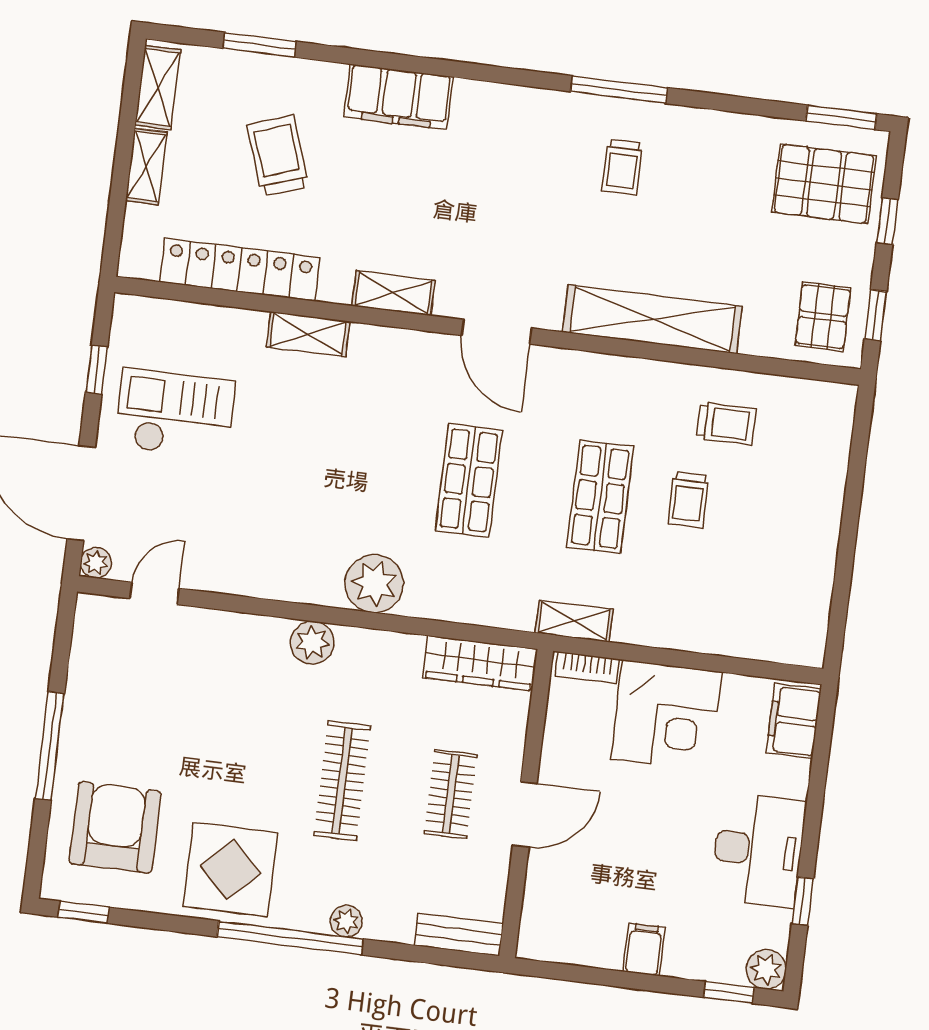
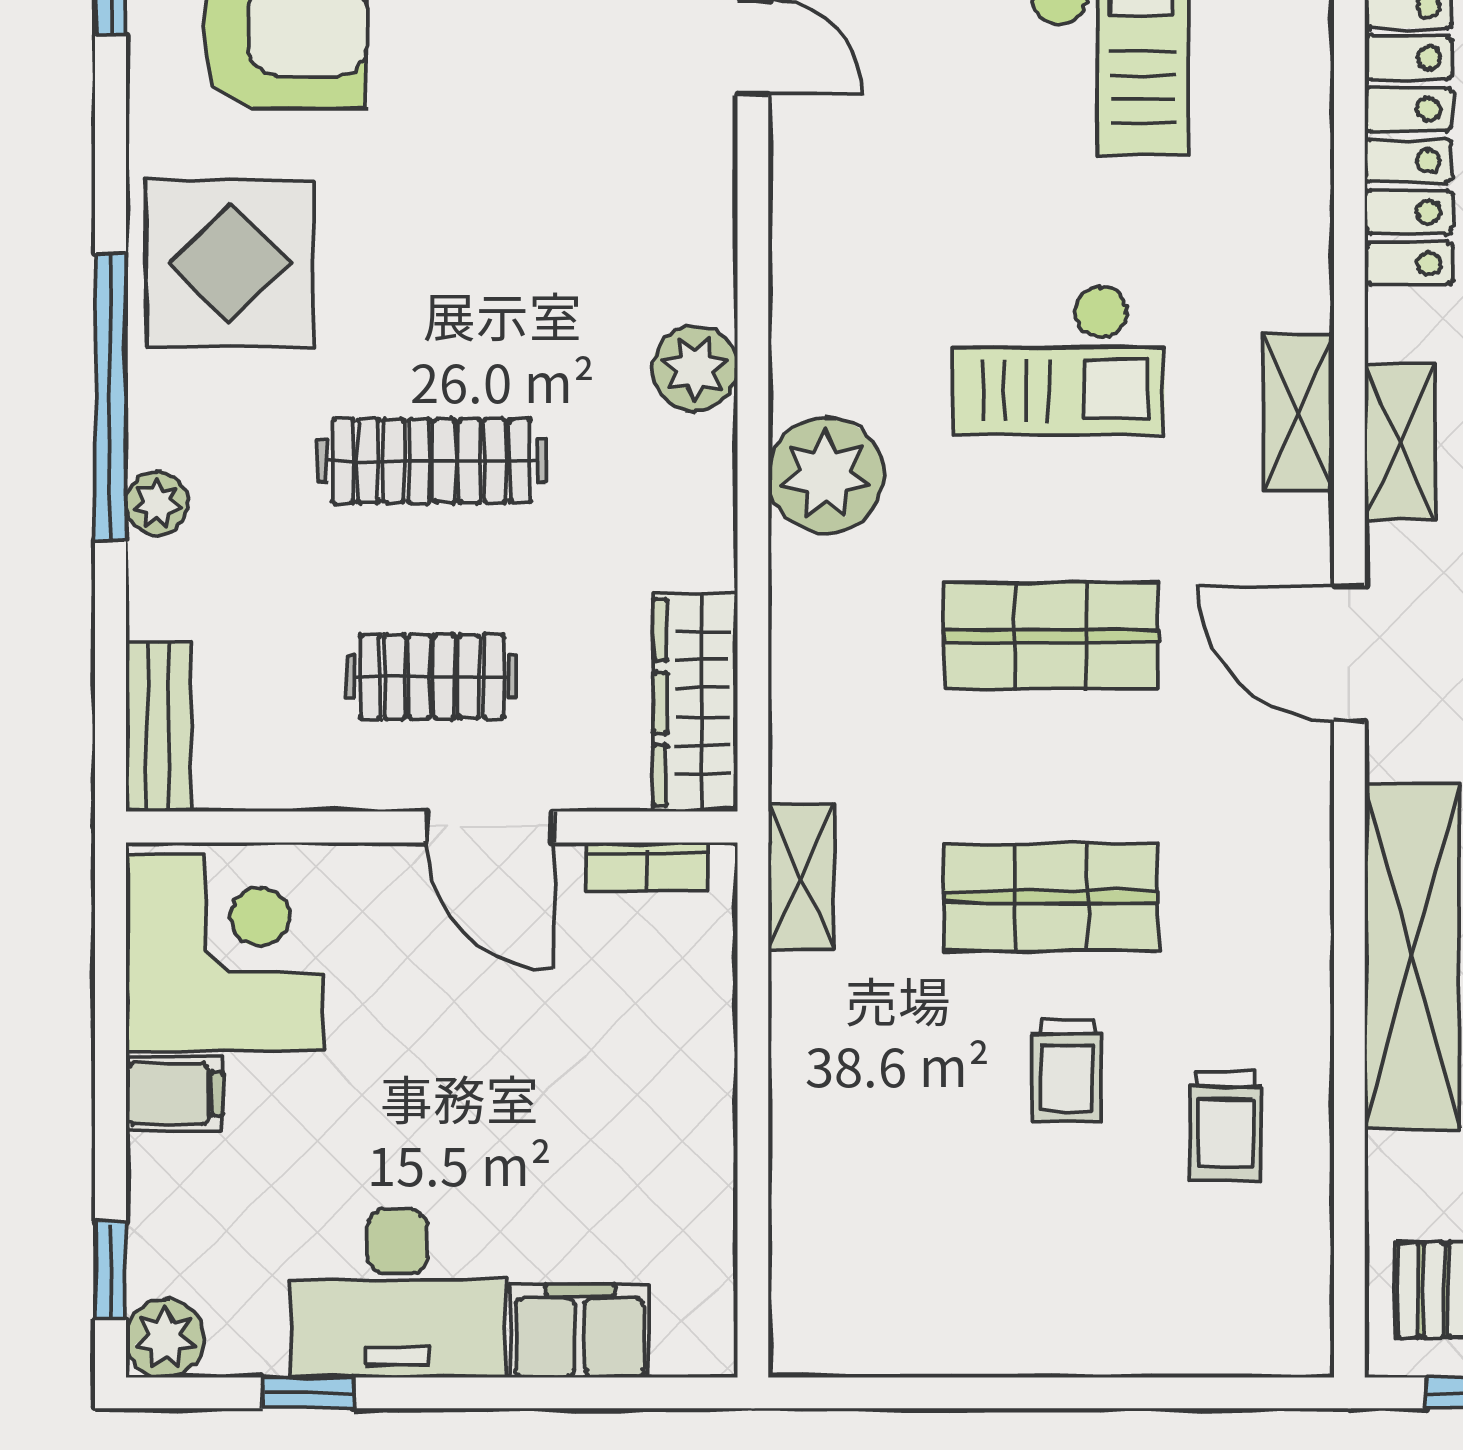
door: (497, 332) -> (1349, 654), hinge flipped
shelving: (308, 334) -> (1299, 413), moved
checkout: (331, 460) -> (1058, 359), added
trolley: (688, 500) -> (1067, 1071), turned -90
bookcase: (587, 668) -> (647, 867), moved, turned -90
corner desk: (666, 715) -> (225, 953), moved, turned 180
filing cabinet: (794, 721) -> (580, 1331), moved
door: (525, 814) -> (490, 827), moved

